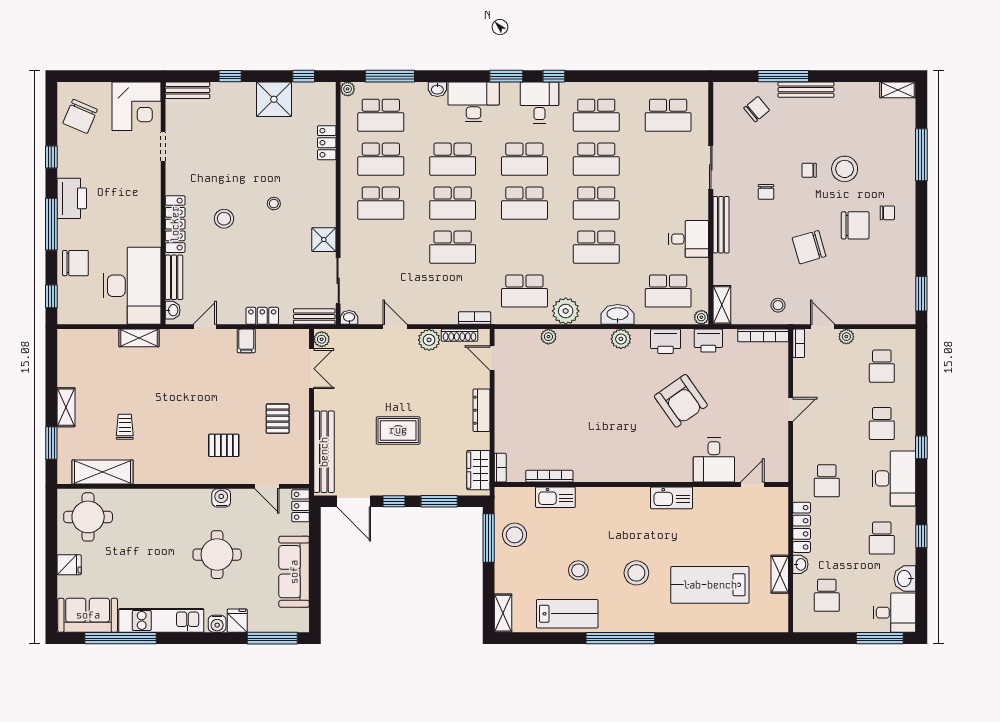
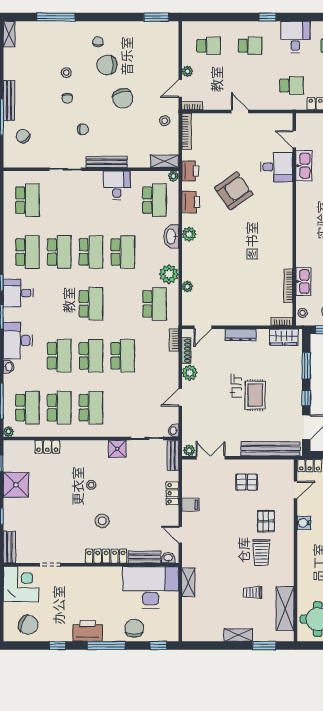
school desk: (524, 159) -> (59, 304), removed
stool: (845, 169) -> (66, 73), width x0.53, depth x0.53
chair: (855, 225) -> (107, 65), turned -90
trolley: (180, 439) -> (261, 552), added
desk: (894, 478) -> (295, 37), width x0.73
stool: (512, 496) -> (303, 313), added
kitchen sink: (672, 498) -> (304, 166), moved

